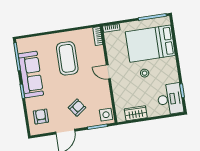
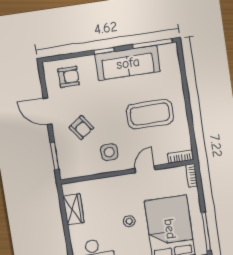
door: (108, 72) -> (145, 169), moved
side table: (106, 115) -> (109, 152), moved

